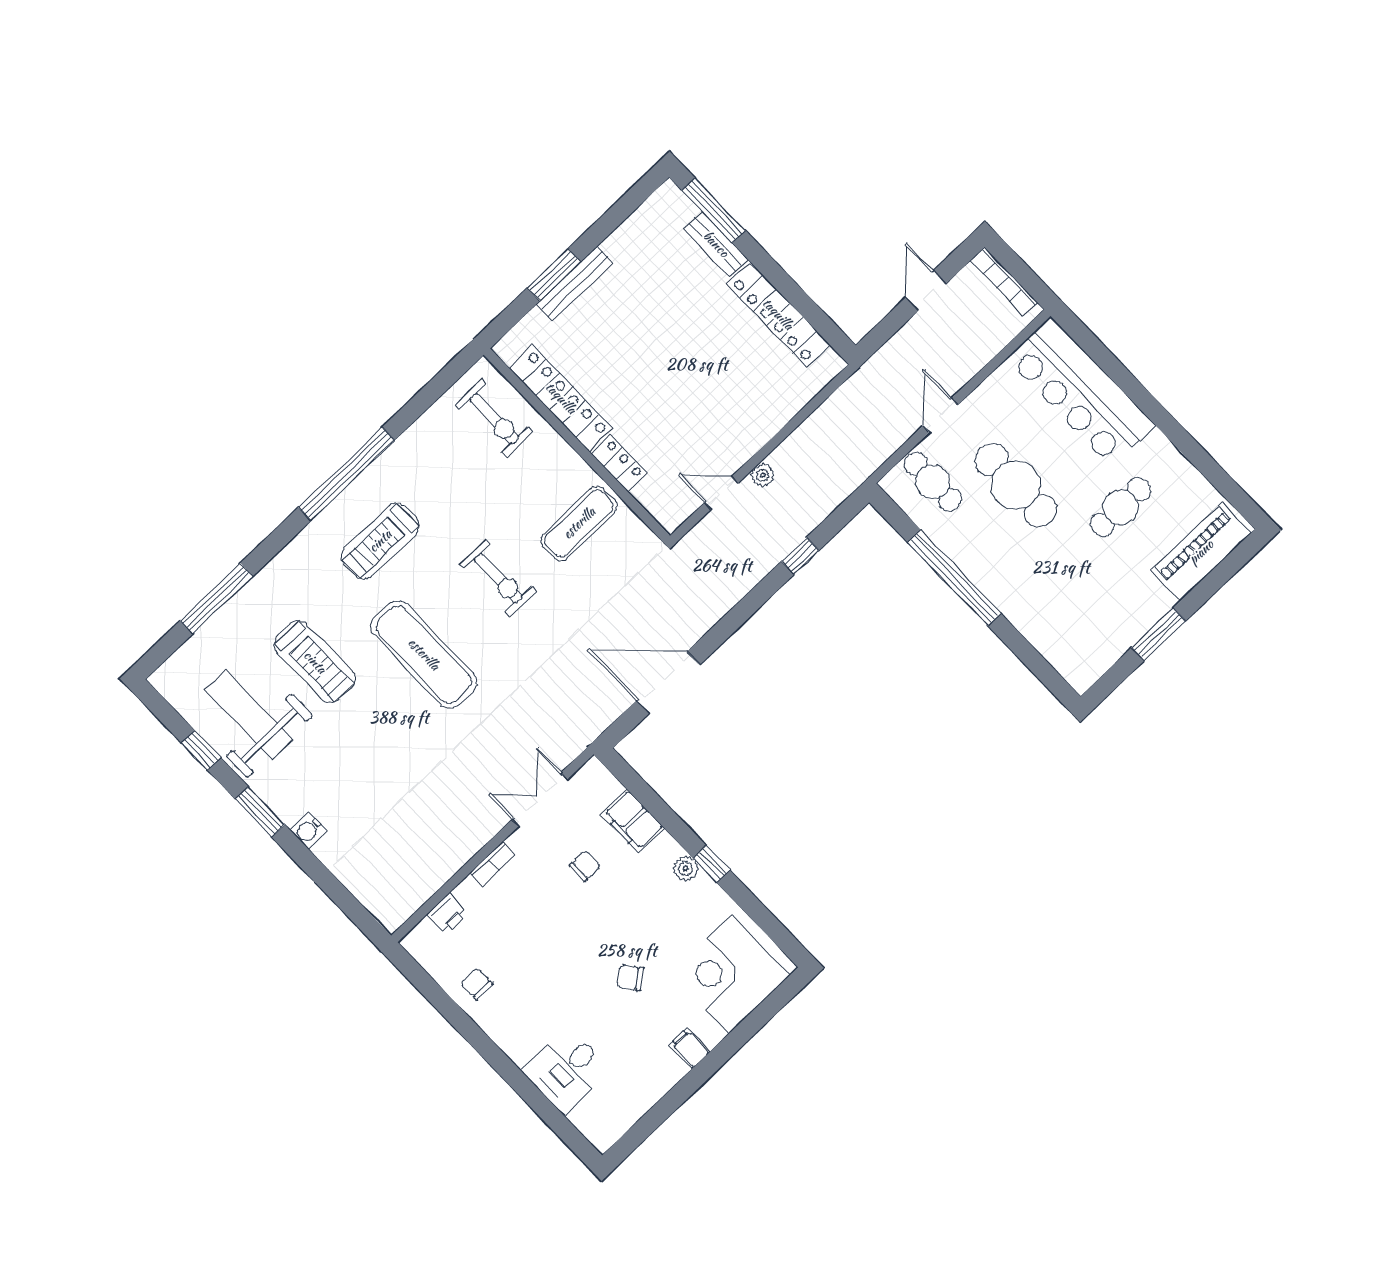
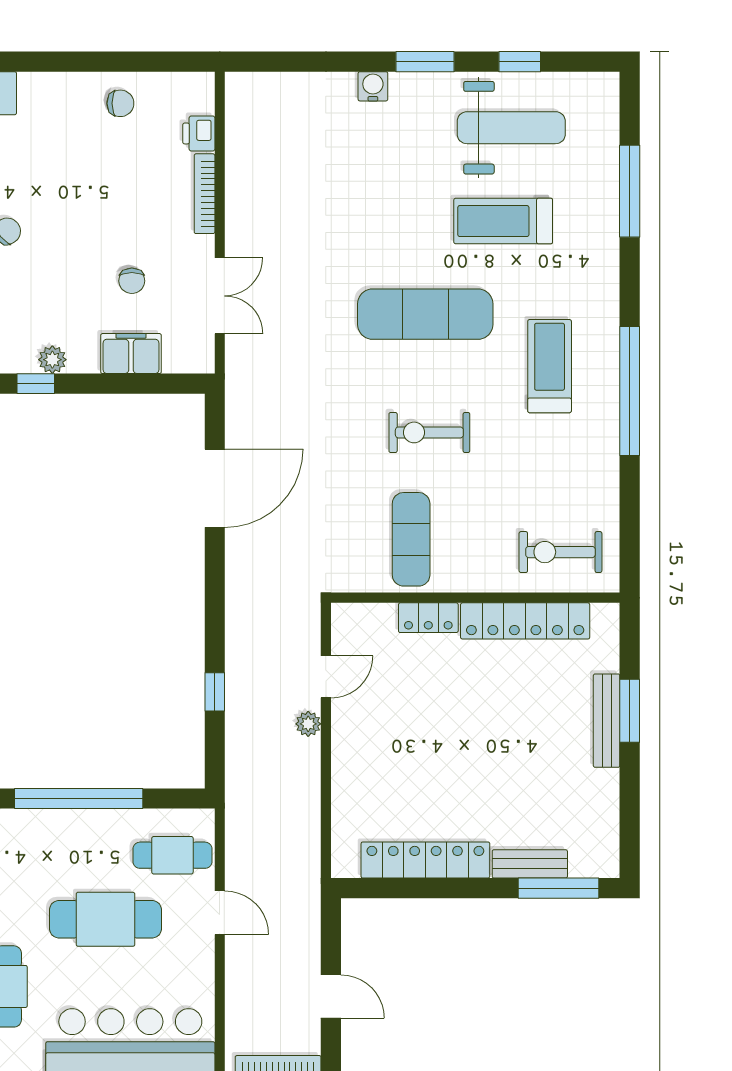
bookcase: (492, 864) -> (205, 194), width x1.56

